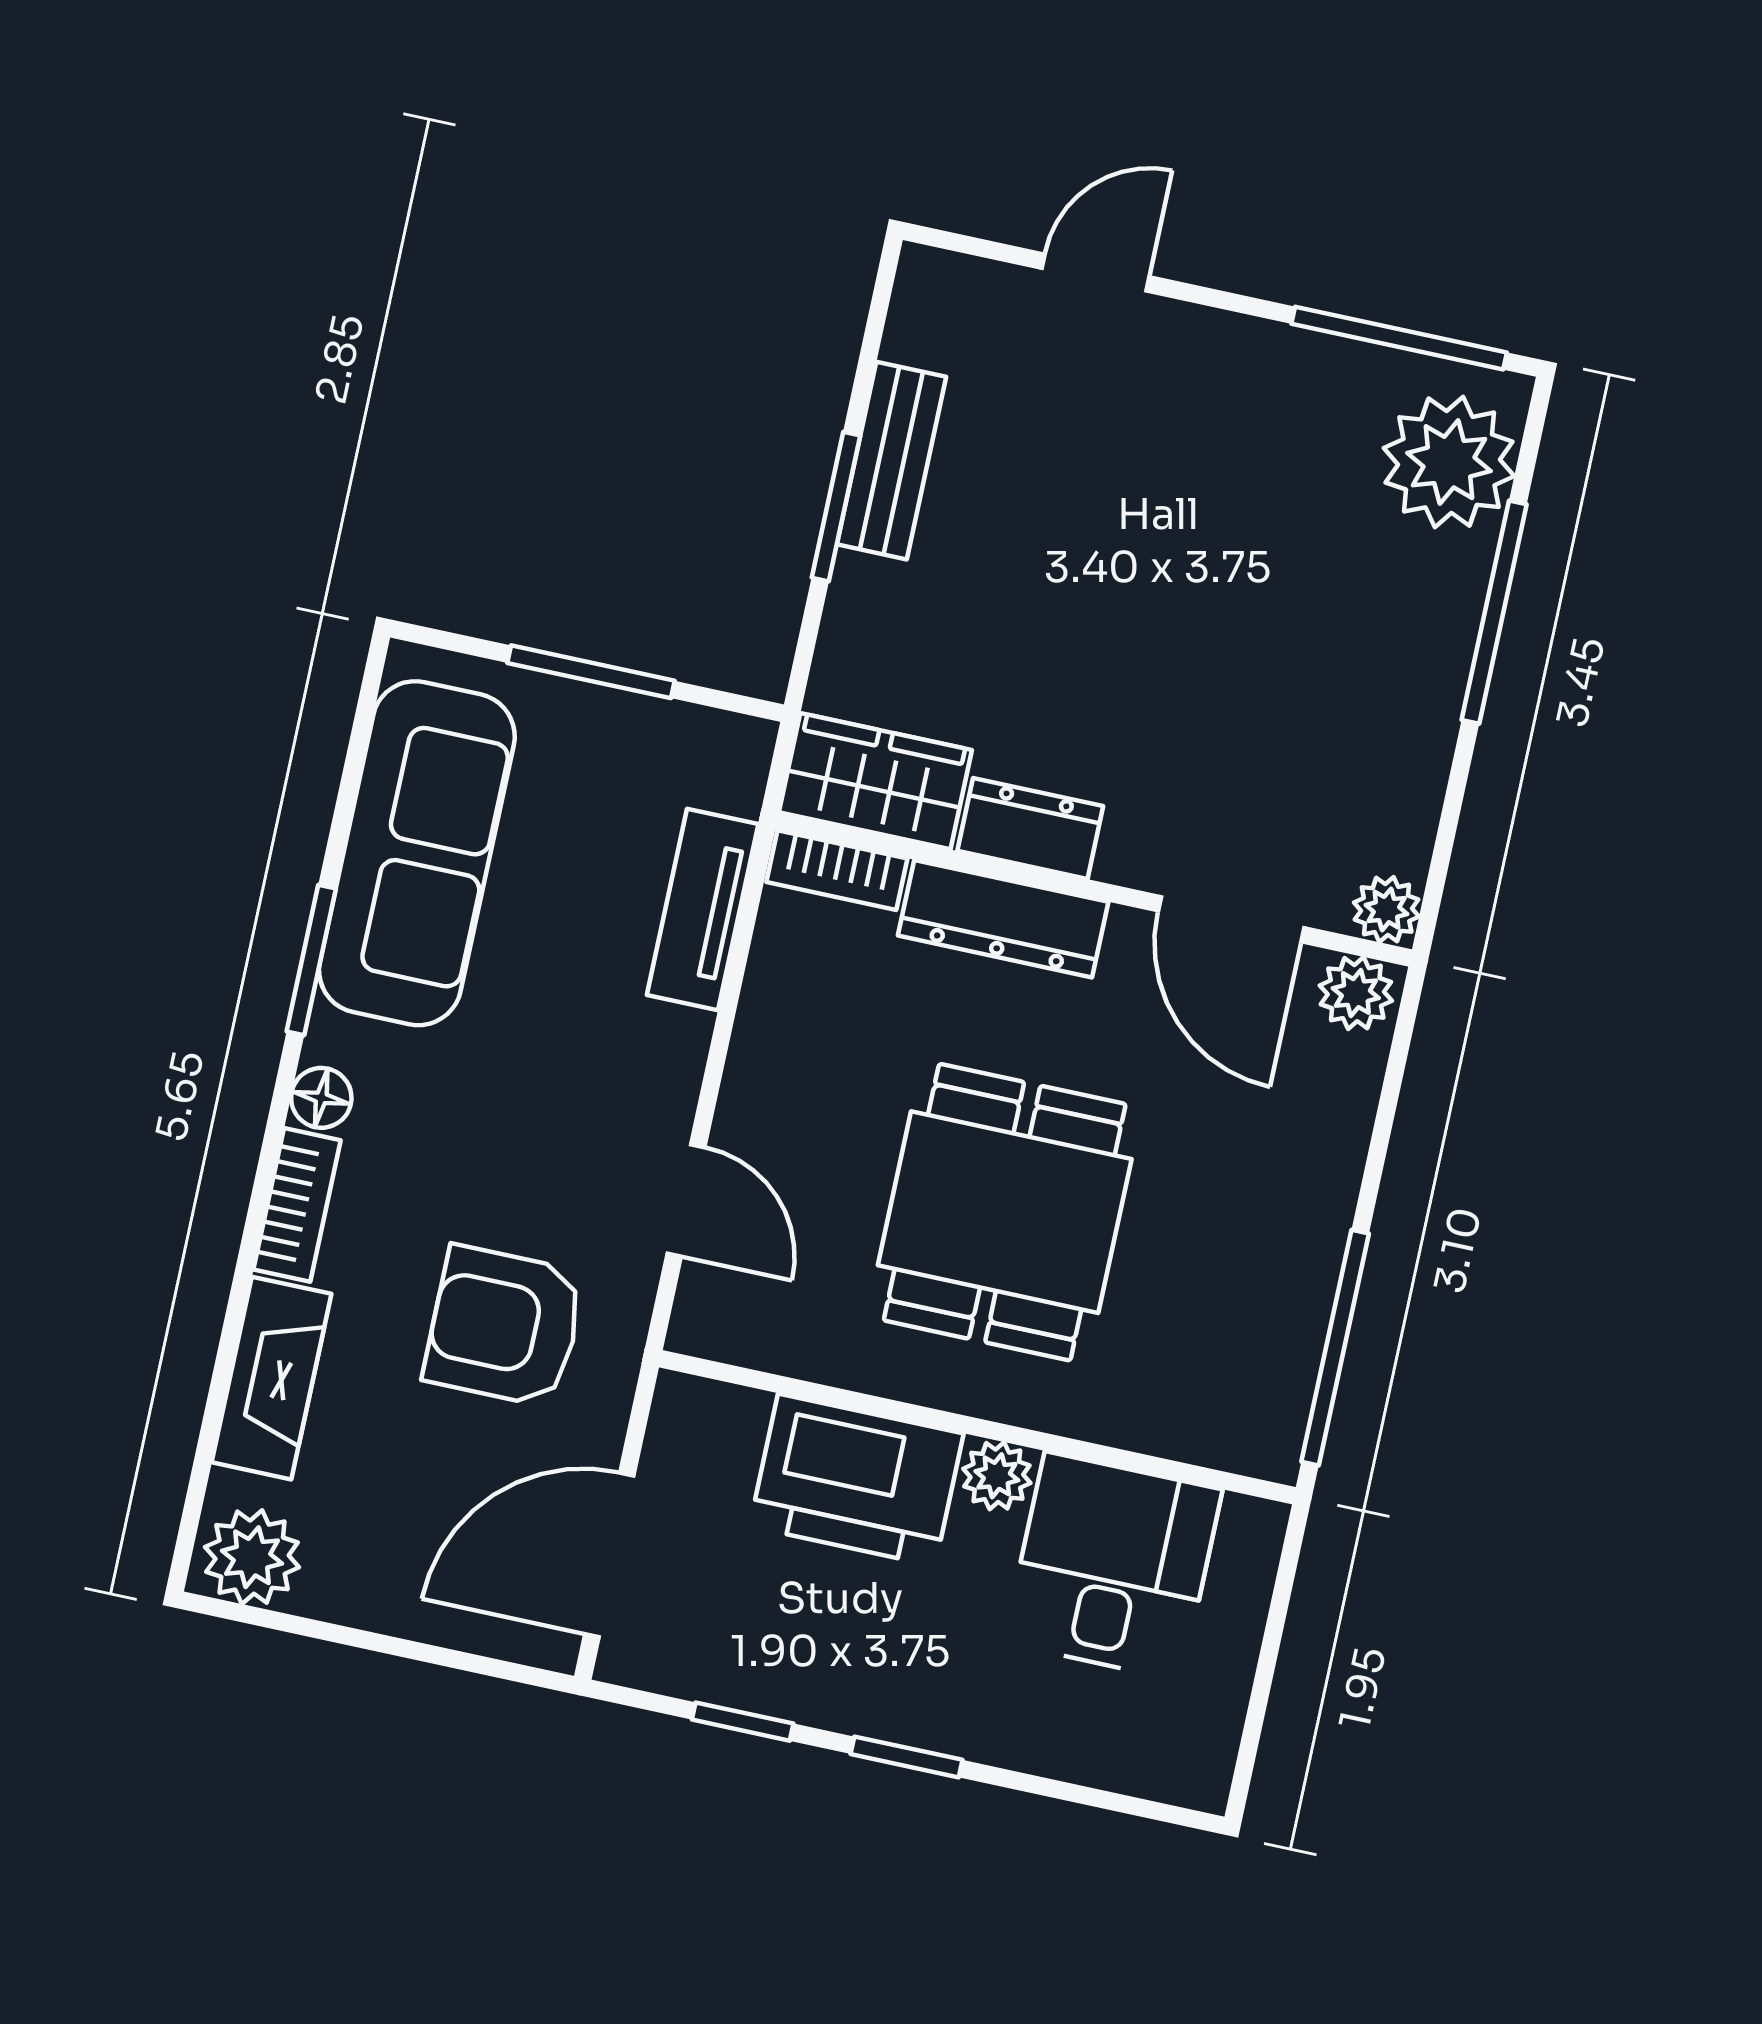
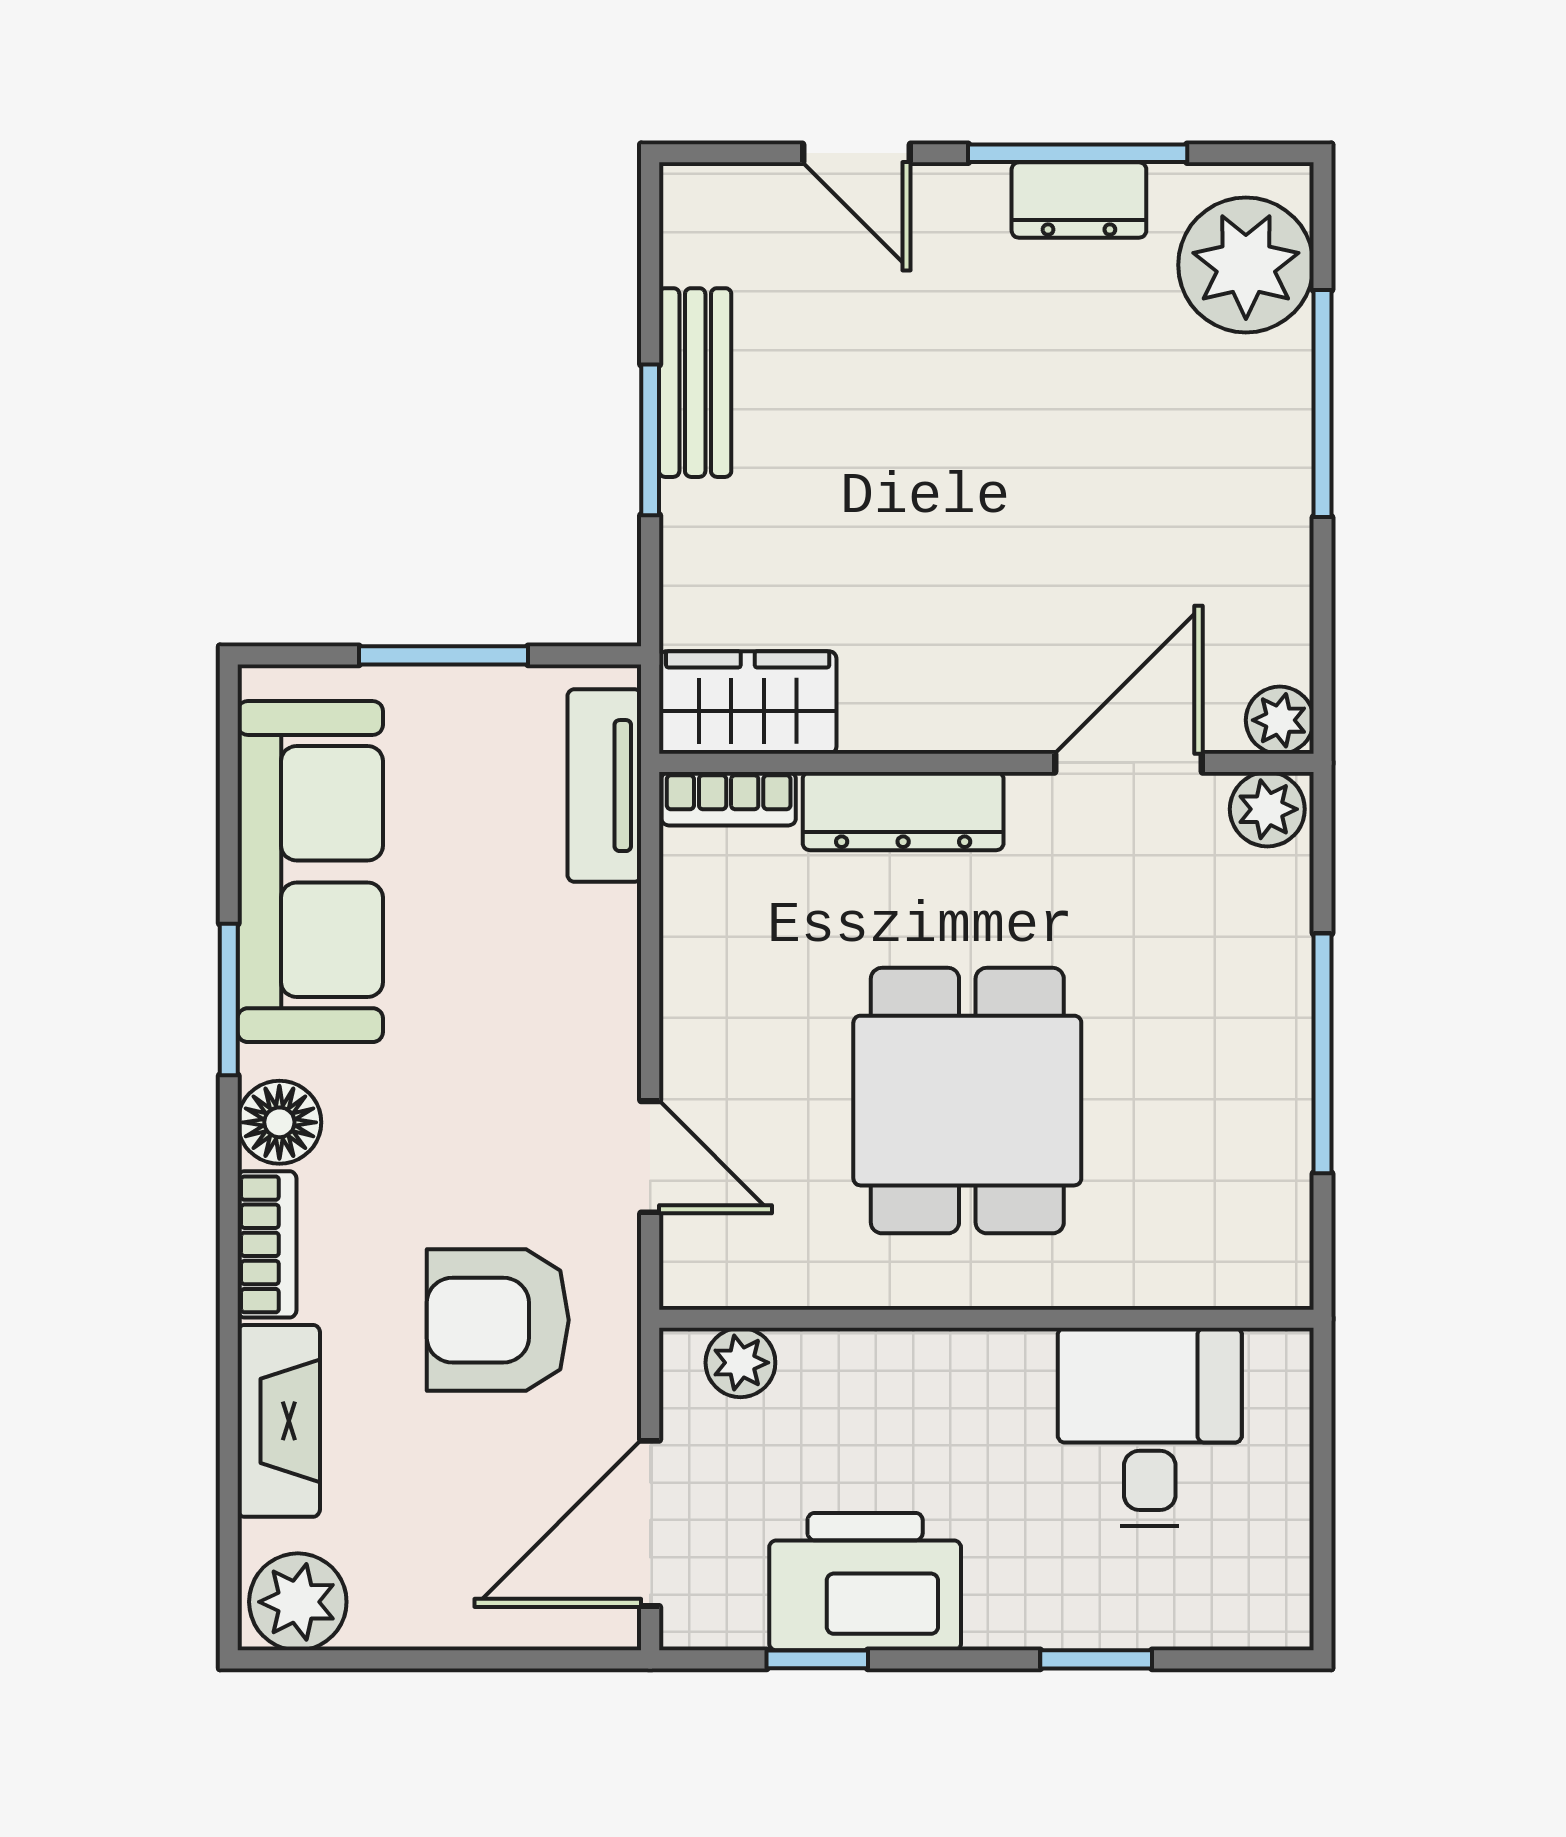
door: (1096, 273) -> (856, 153), swing flipped
window: (1399, 338) -> (1078, 153), moved
dresser: (1030, 828) -> (1079, 200), moved, turned 180
tv unit: (703, 910) -> (604, 786), moved
door: (1231, 919) -> (1128, 763), swing flipped
floor lamp: (321, 1098) -> (279, 1122), width x1.37, depth x1.37
window: (1335, 1348) -> (1323, 1053), moved
plant: (997, 1476) -> (740, 1363), moved
printer: (856, 1480) -> (865, 1582), moved, turned 180
window: (906, 1757) -> (1096, 1659), moved

